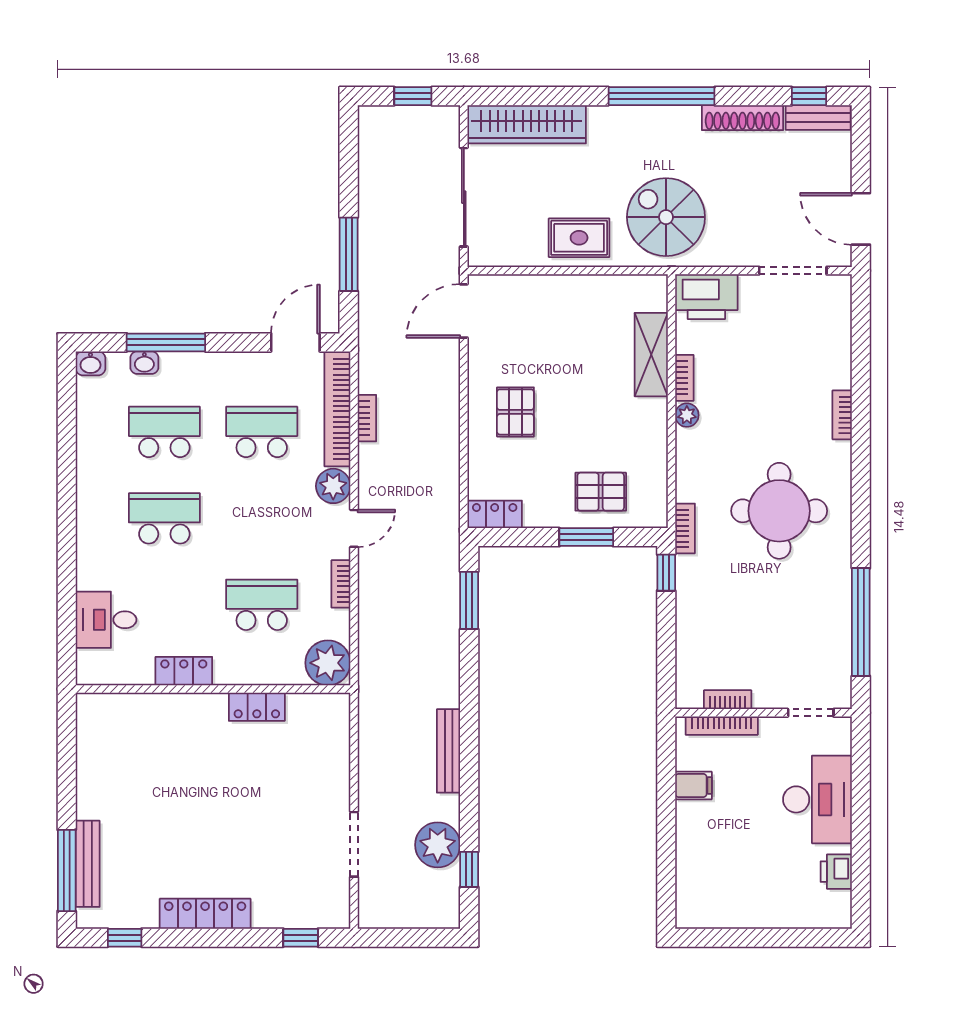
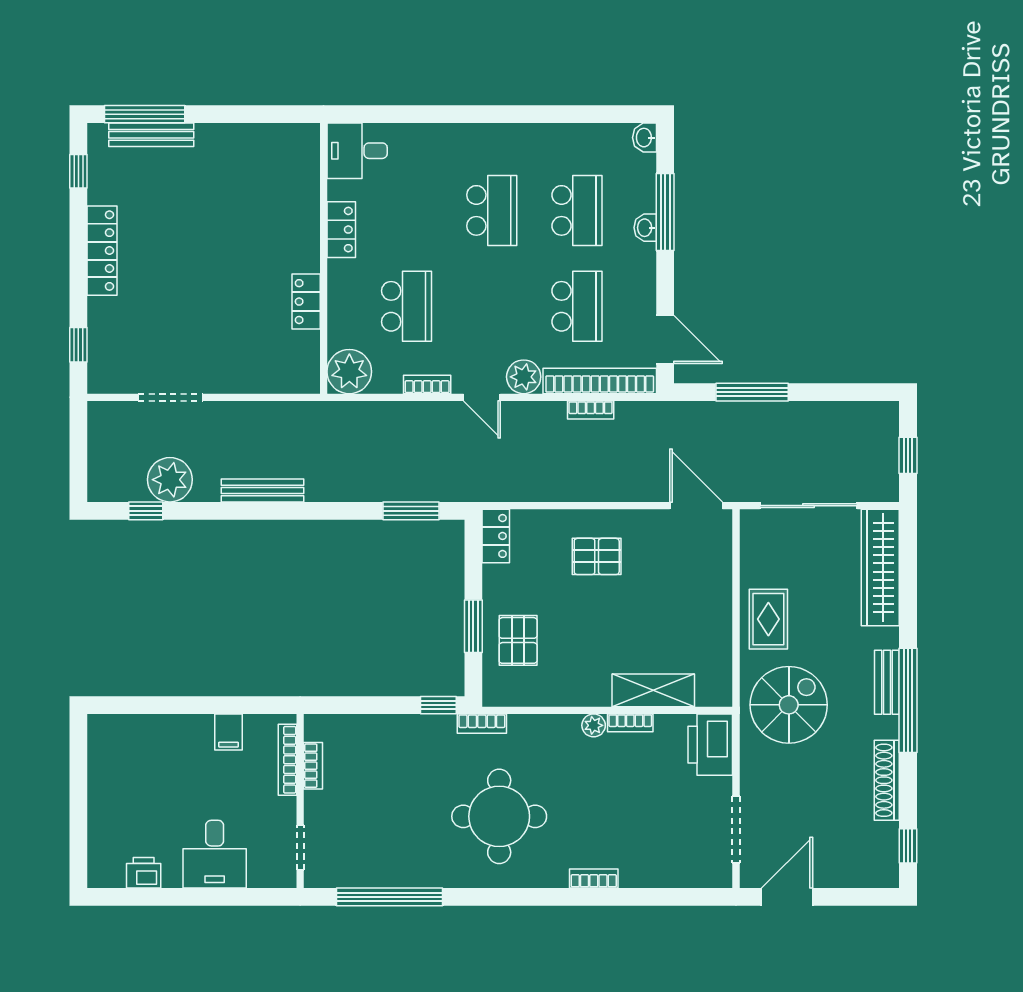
bench: (818, 117) -> (887, 682), moved
washbasin: (144, 363) -> (645, 228), moved
desk: (106, 620) -> (357, 151), moved, turned -90
desk: (817, 799) -> (215, 854), width x0.73

